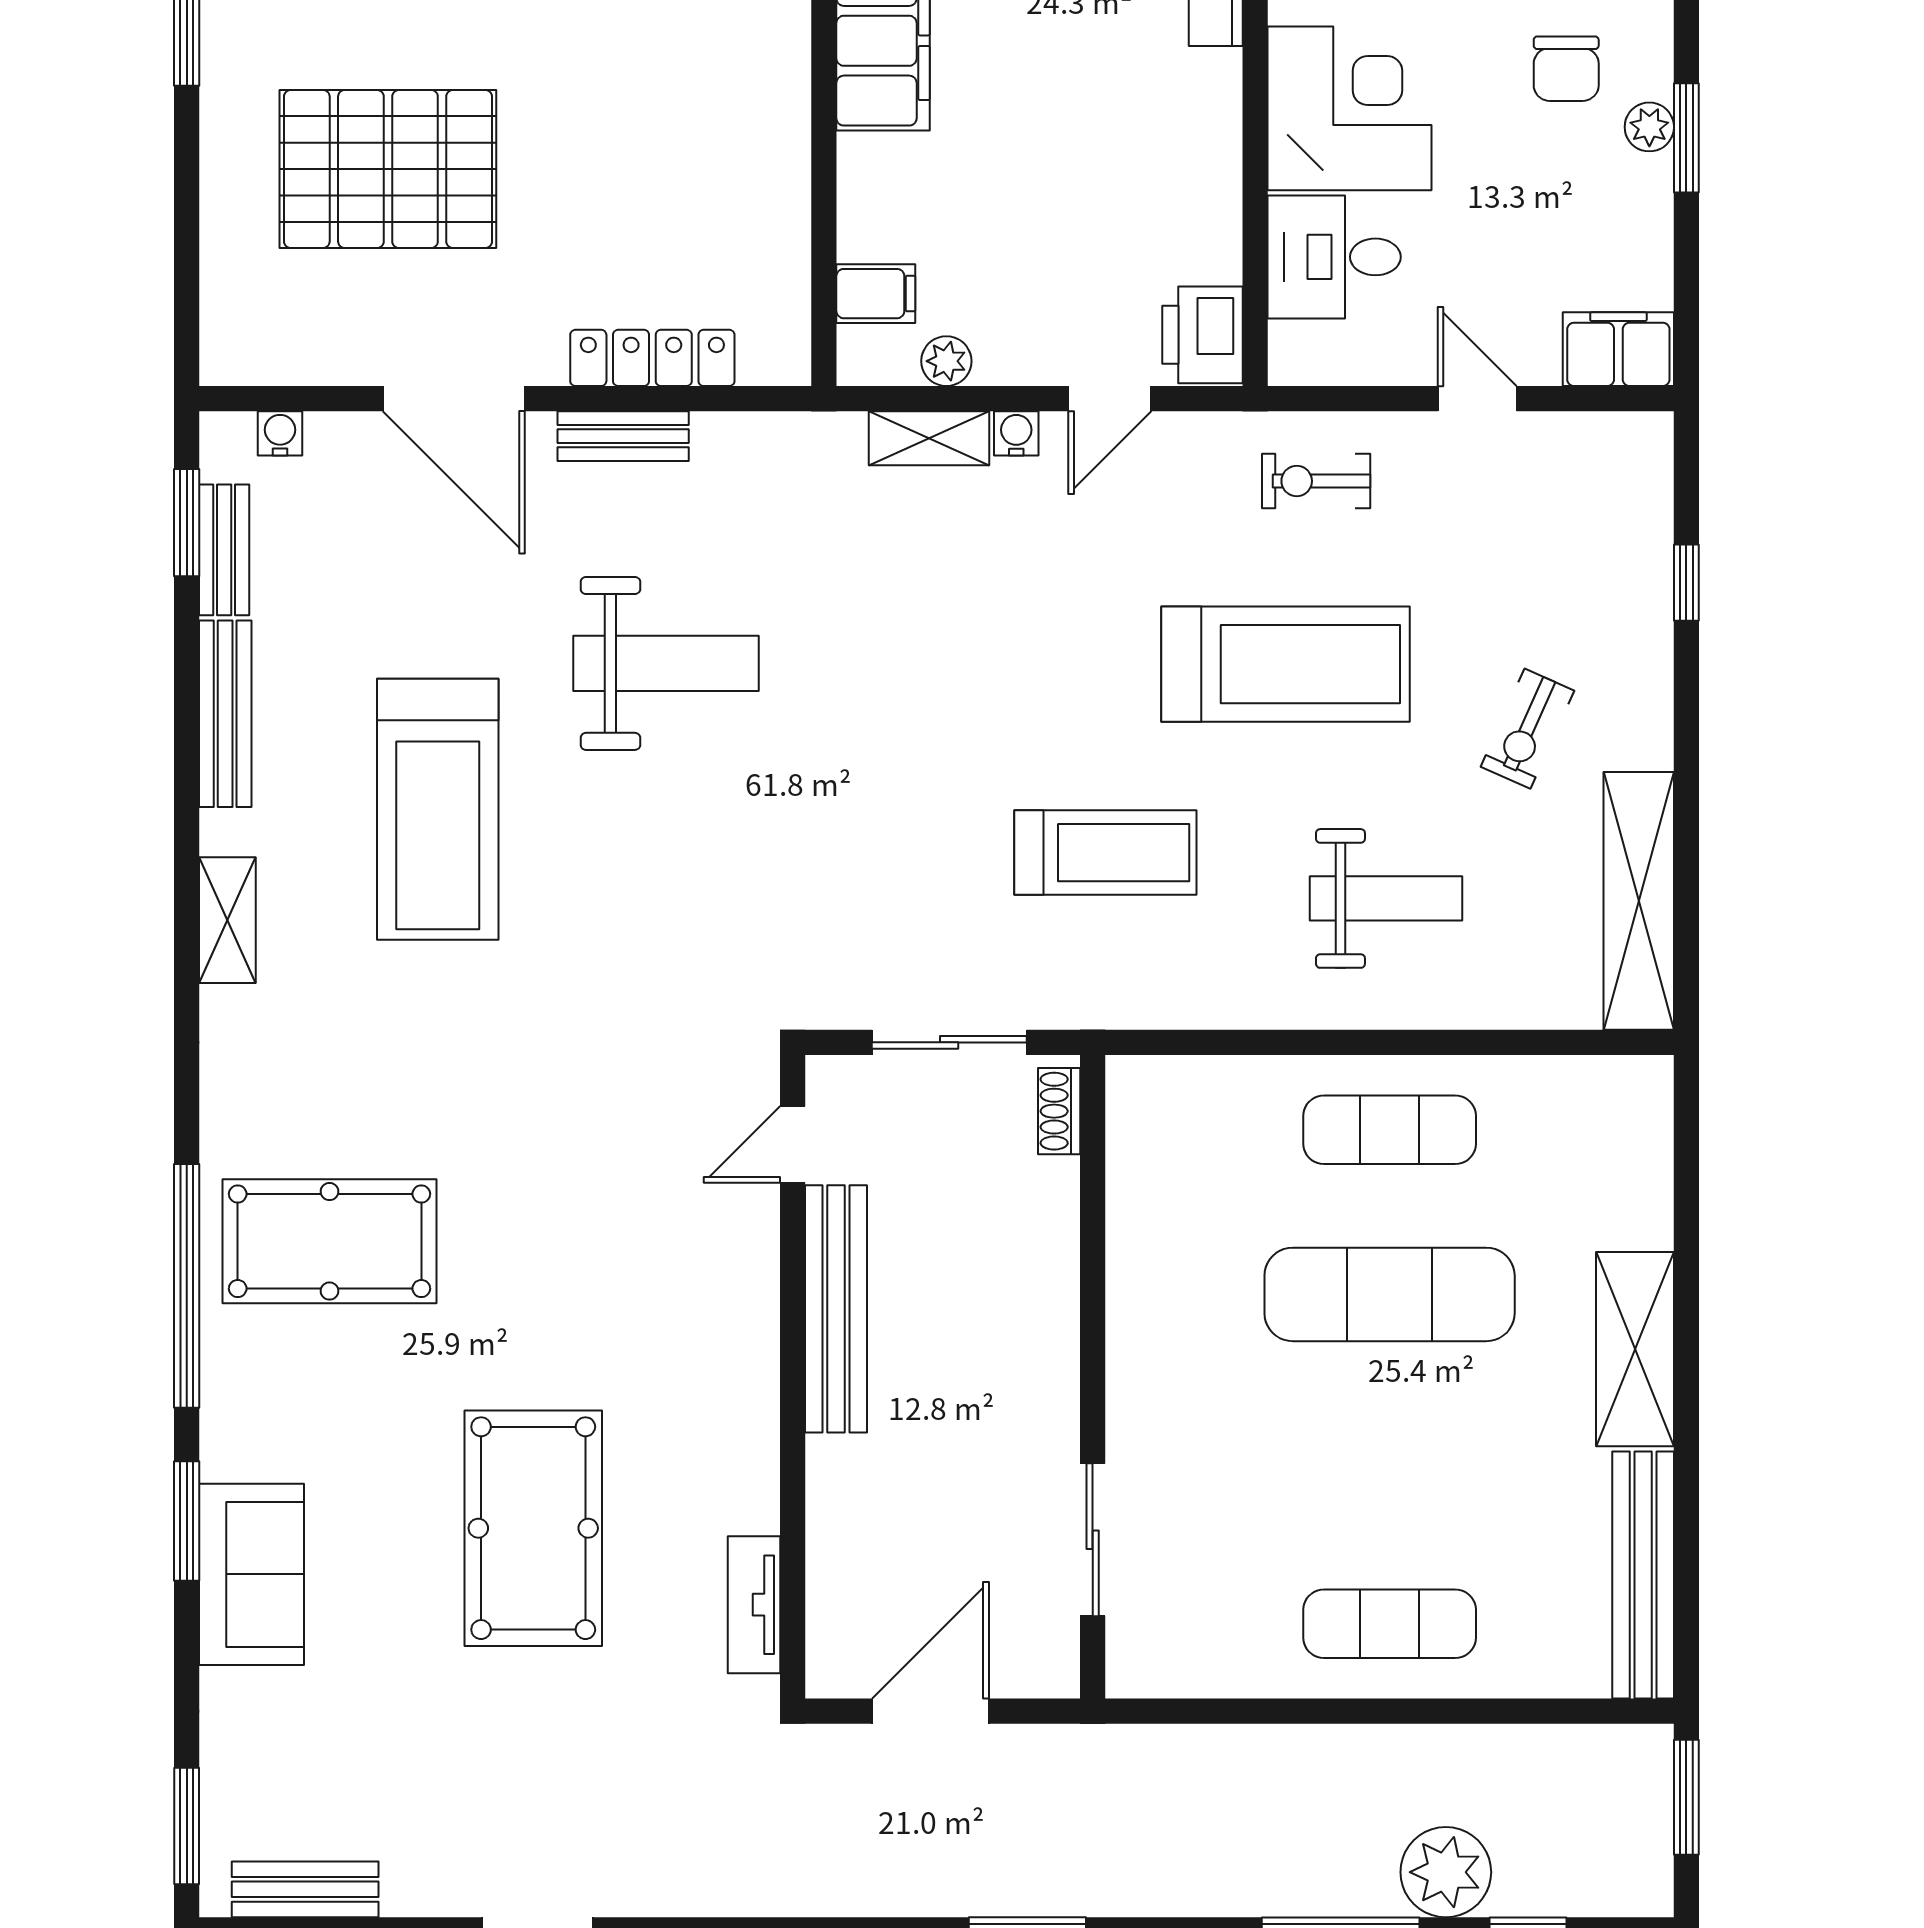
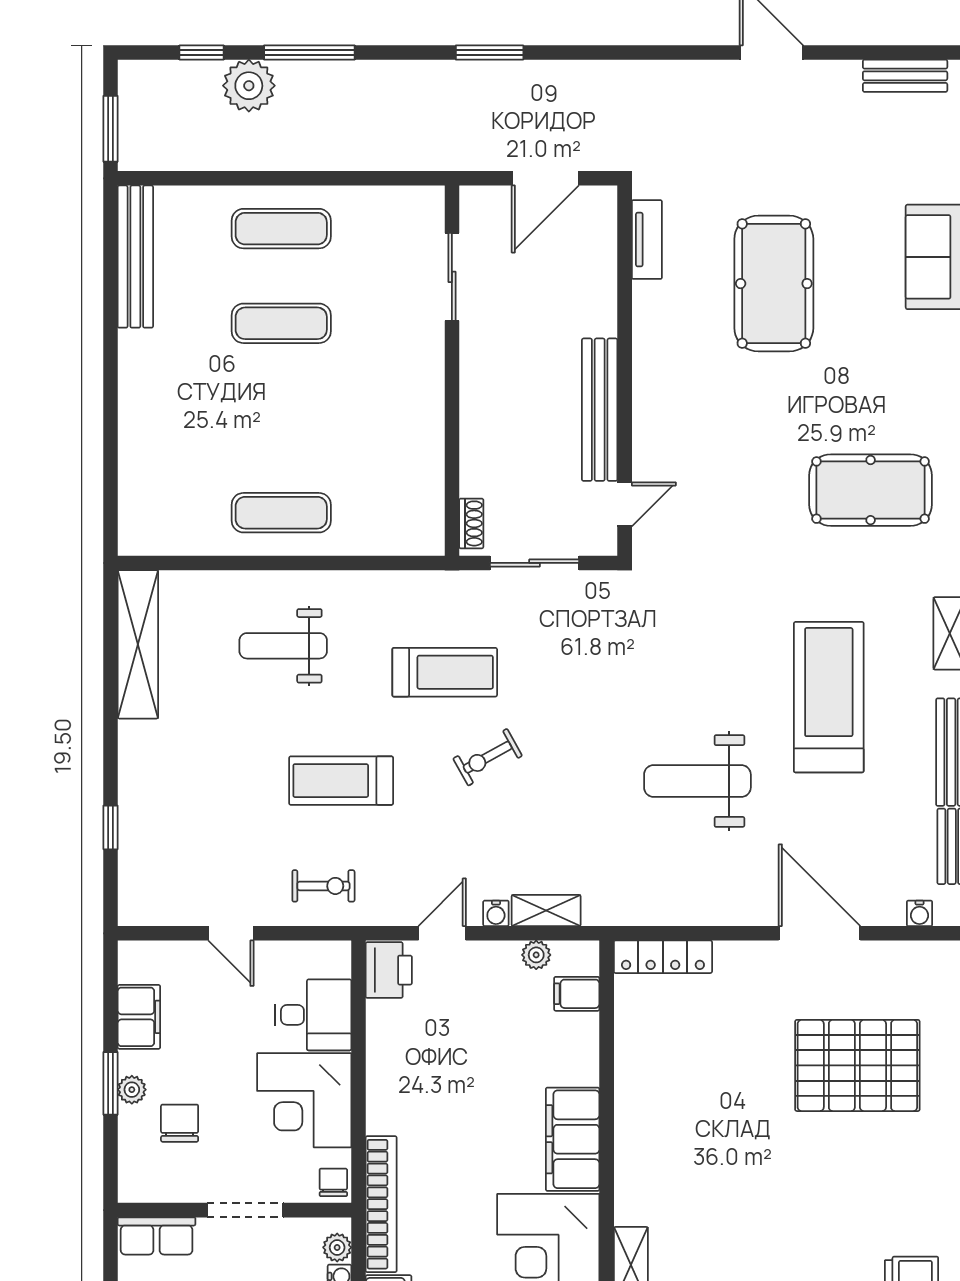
filing cabinet: (1618, 349) -> (139, 1017), moved, turned -90
locker: (652, 358) -> (663, 957), moved
bench: (623, 436) -> (722, 912), removed
treadmill: (1285, 664) -> (341, 781), width x0.73, depth x0.73
exercise bike: (1527, 729) -> (488, 757), moved, turned -143
treadmill: (1105, 853) -> (445, 672), turned 180
pool table: (330, 1241) -> (871, 490), moved
exercise mat: (1390, 1294) -> (281, 323), moved, width x0.73, depth x0.69
shelving: (1635, 1349) -> (140, 387), removed

